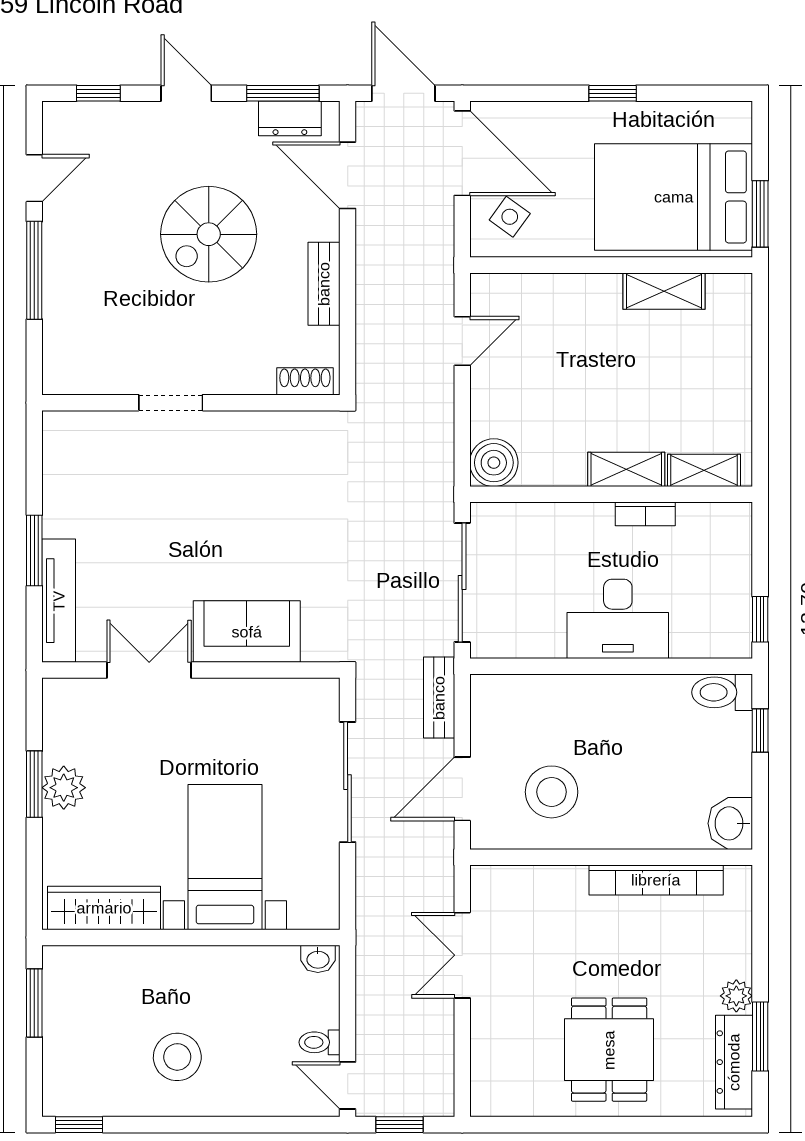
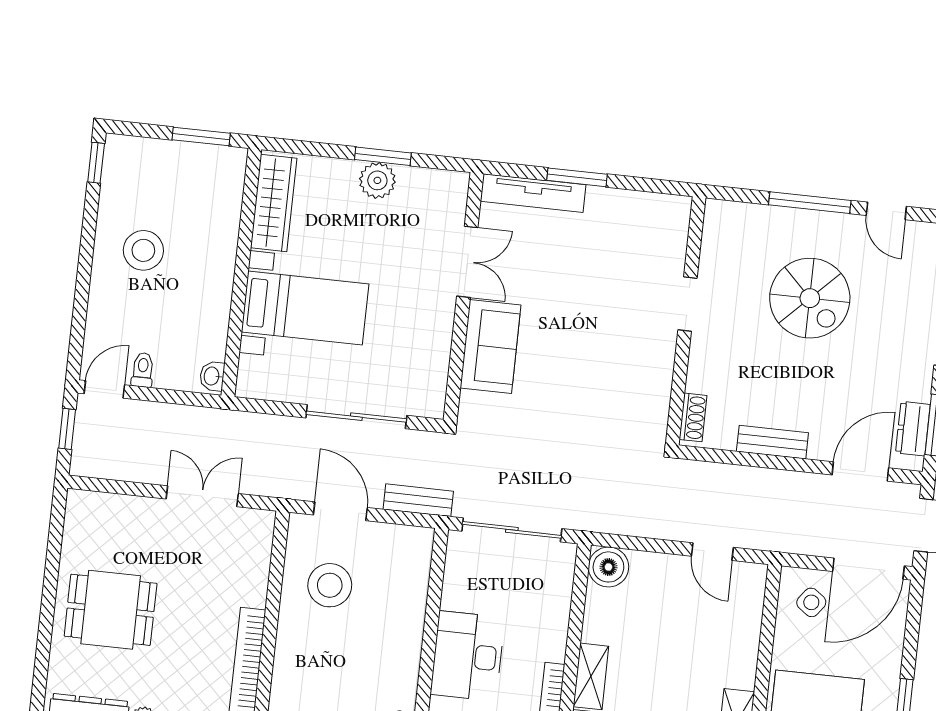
spiral stairs: (209, 234) -> (810, 298), moved, turned 180

